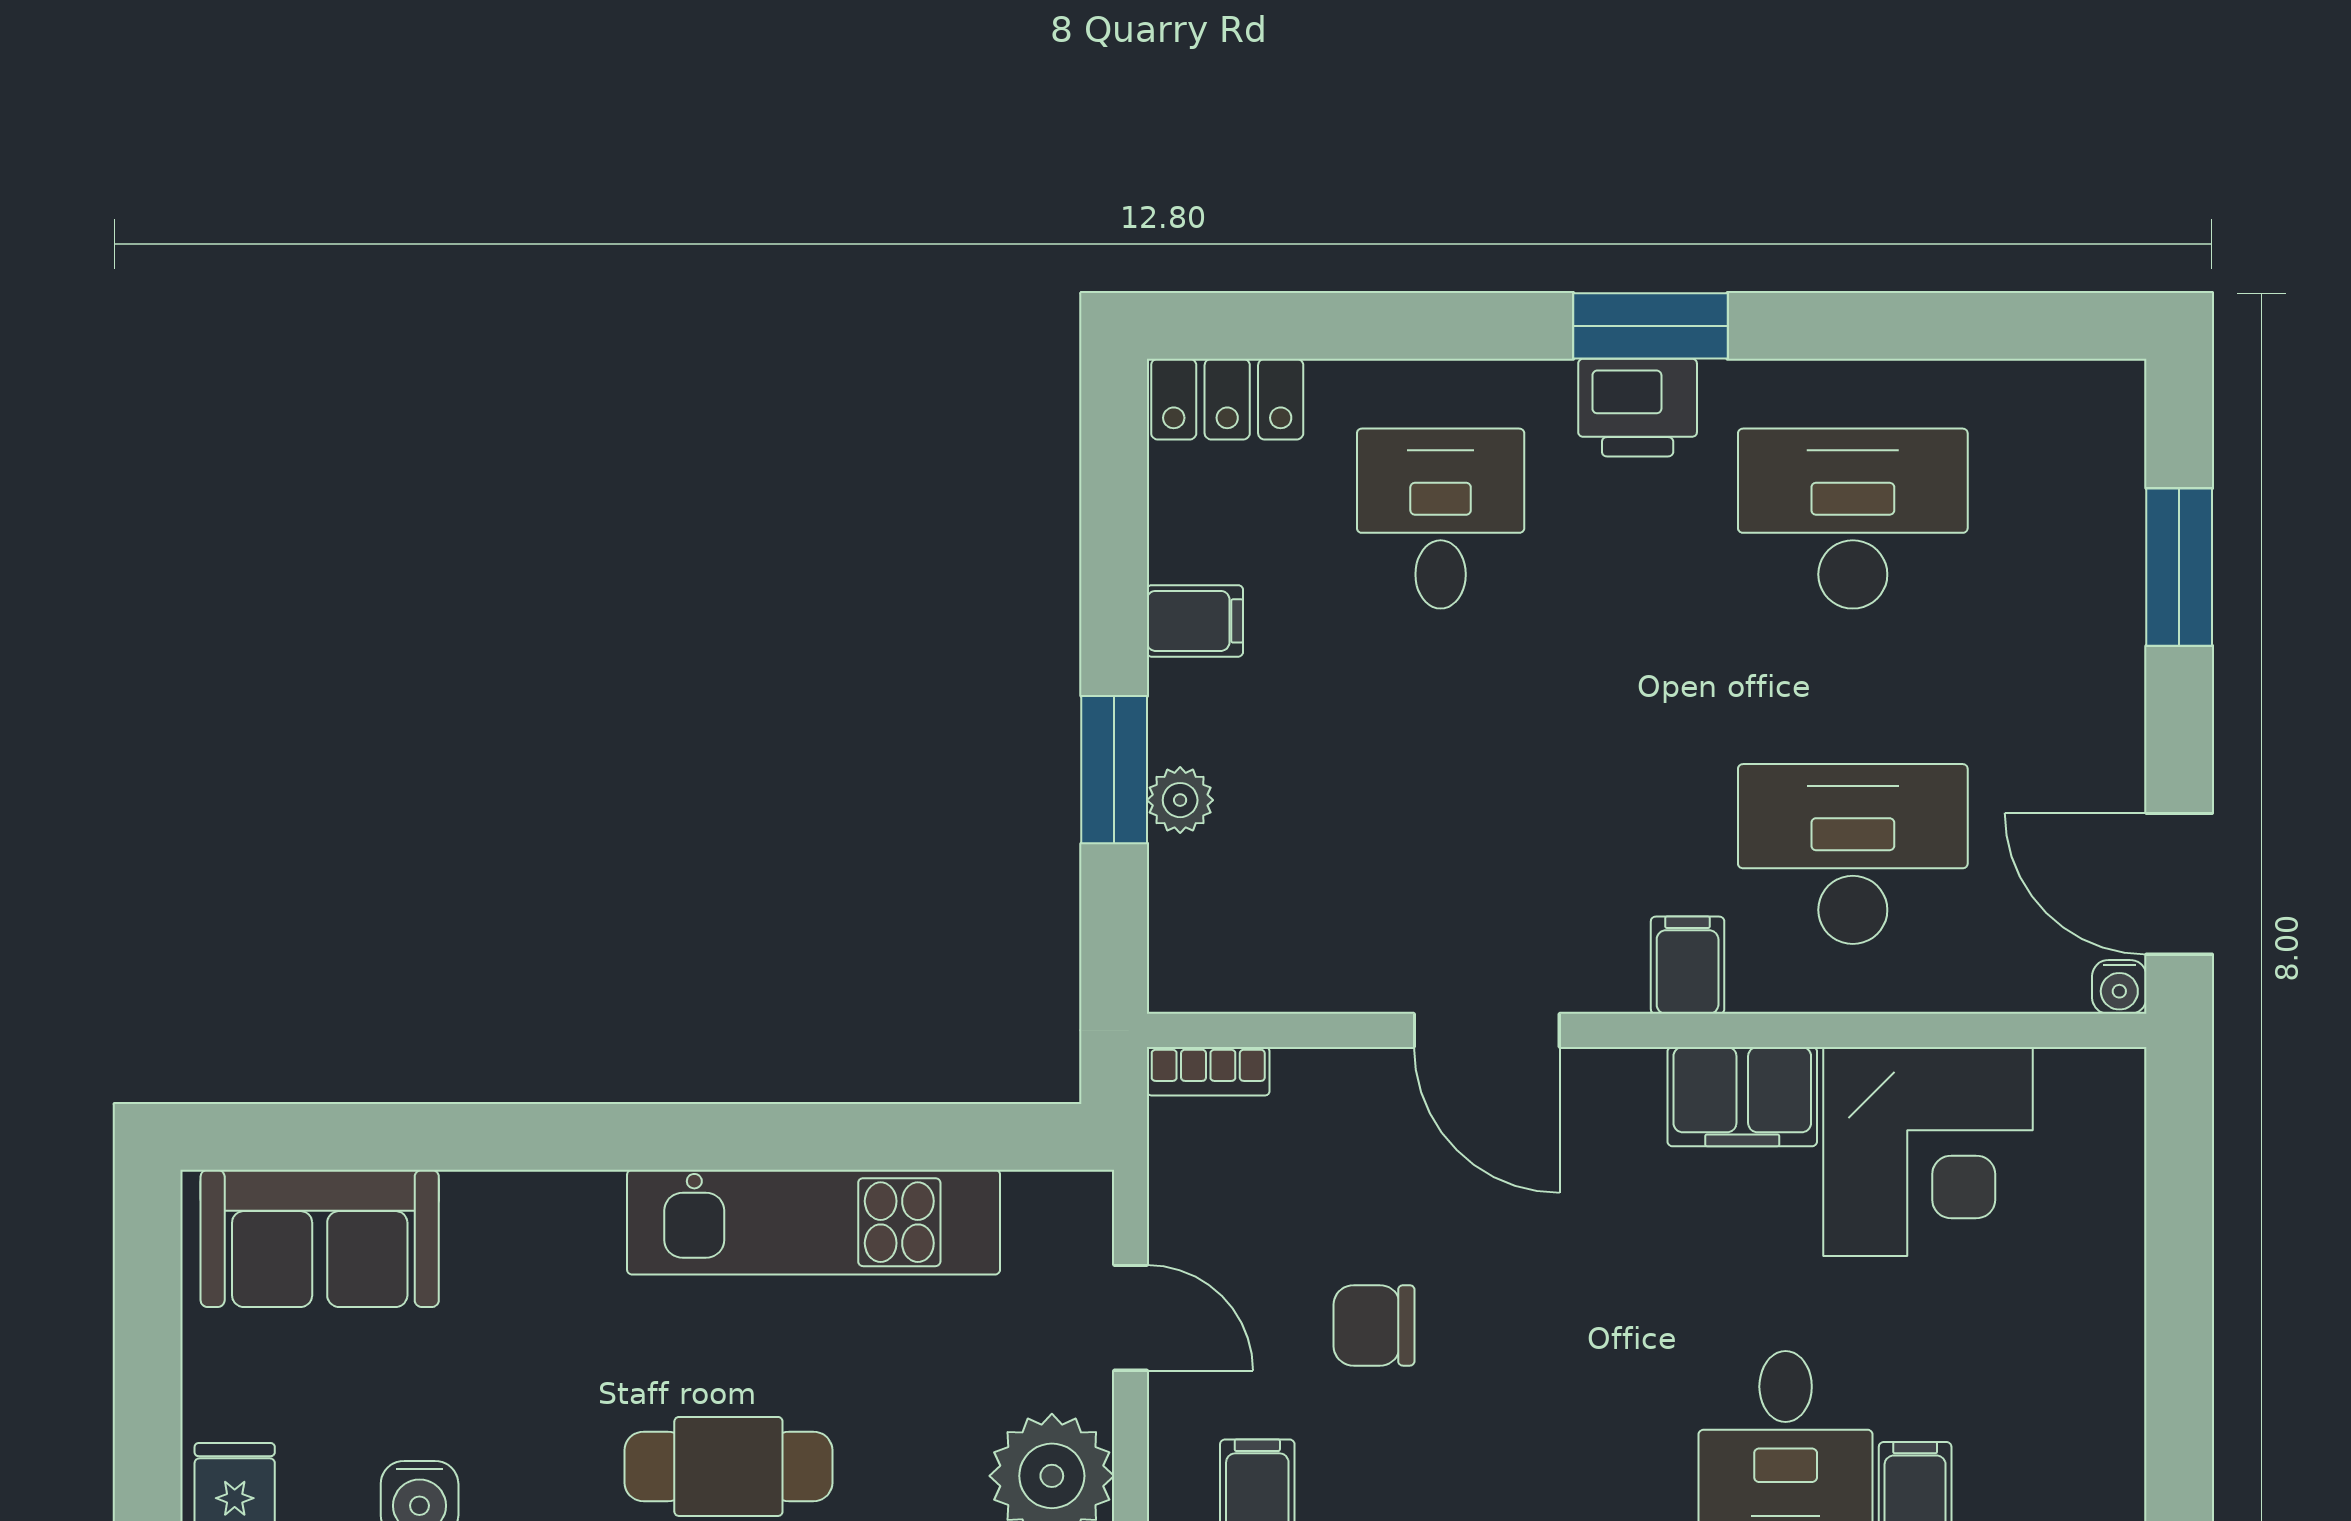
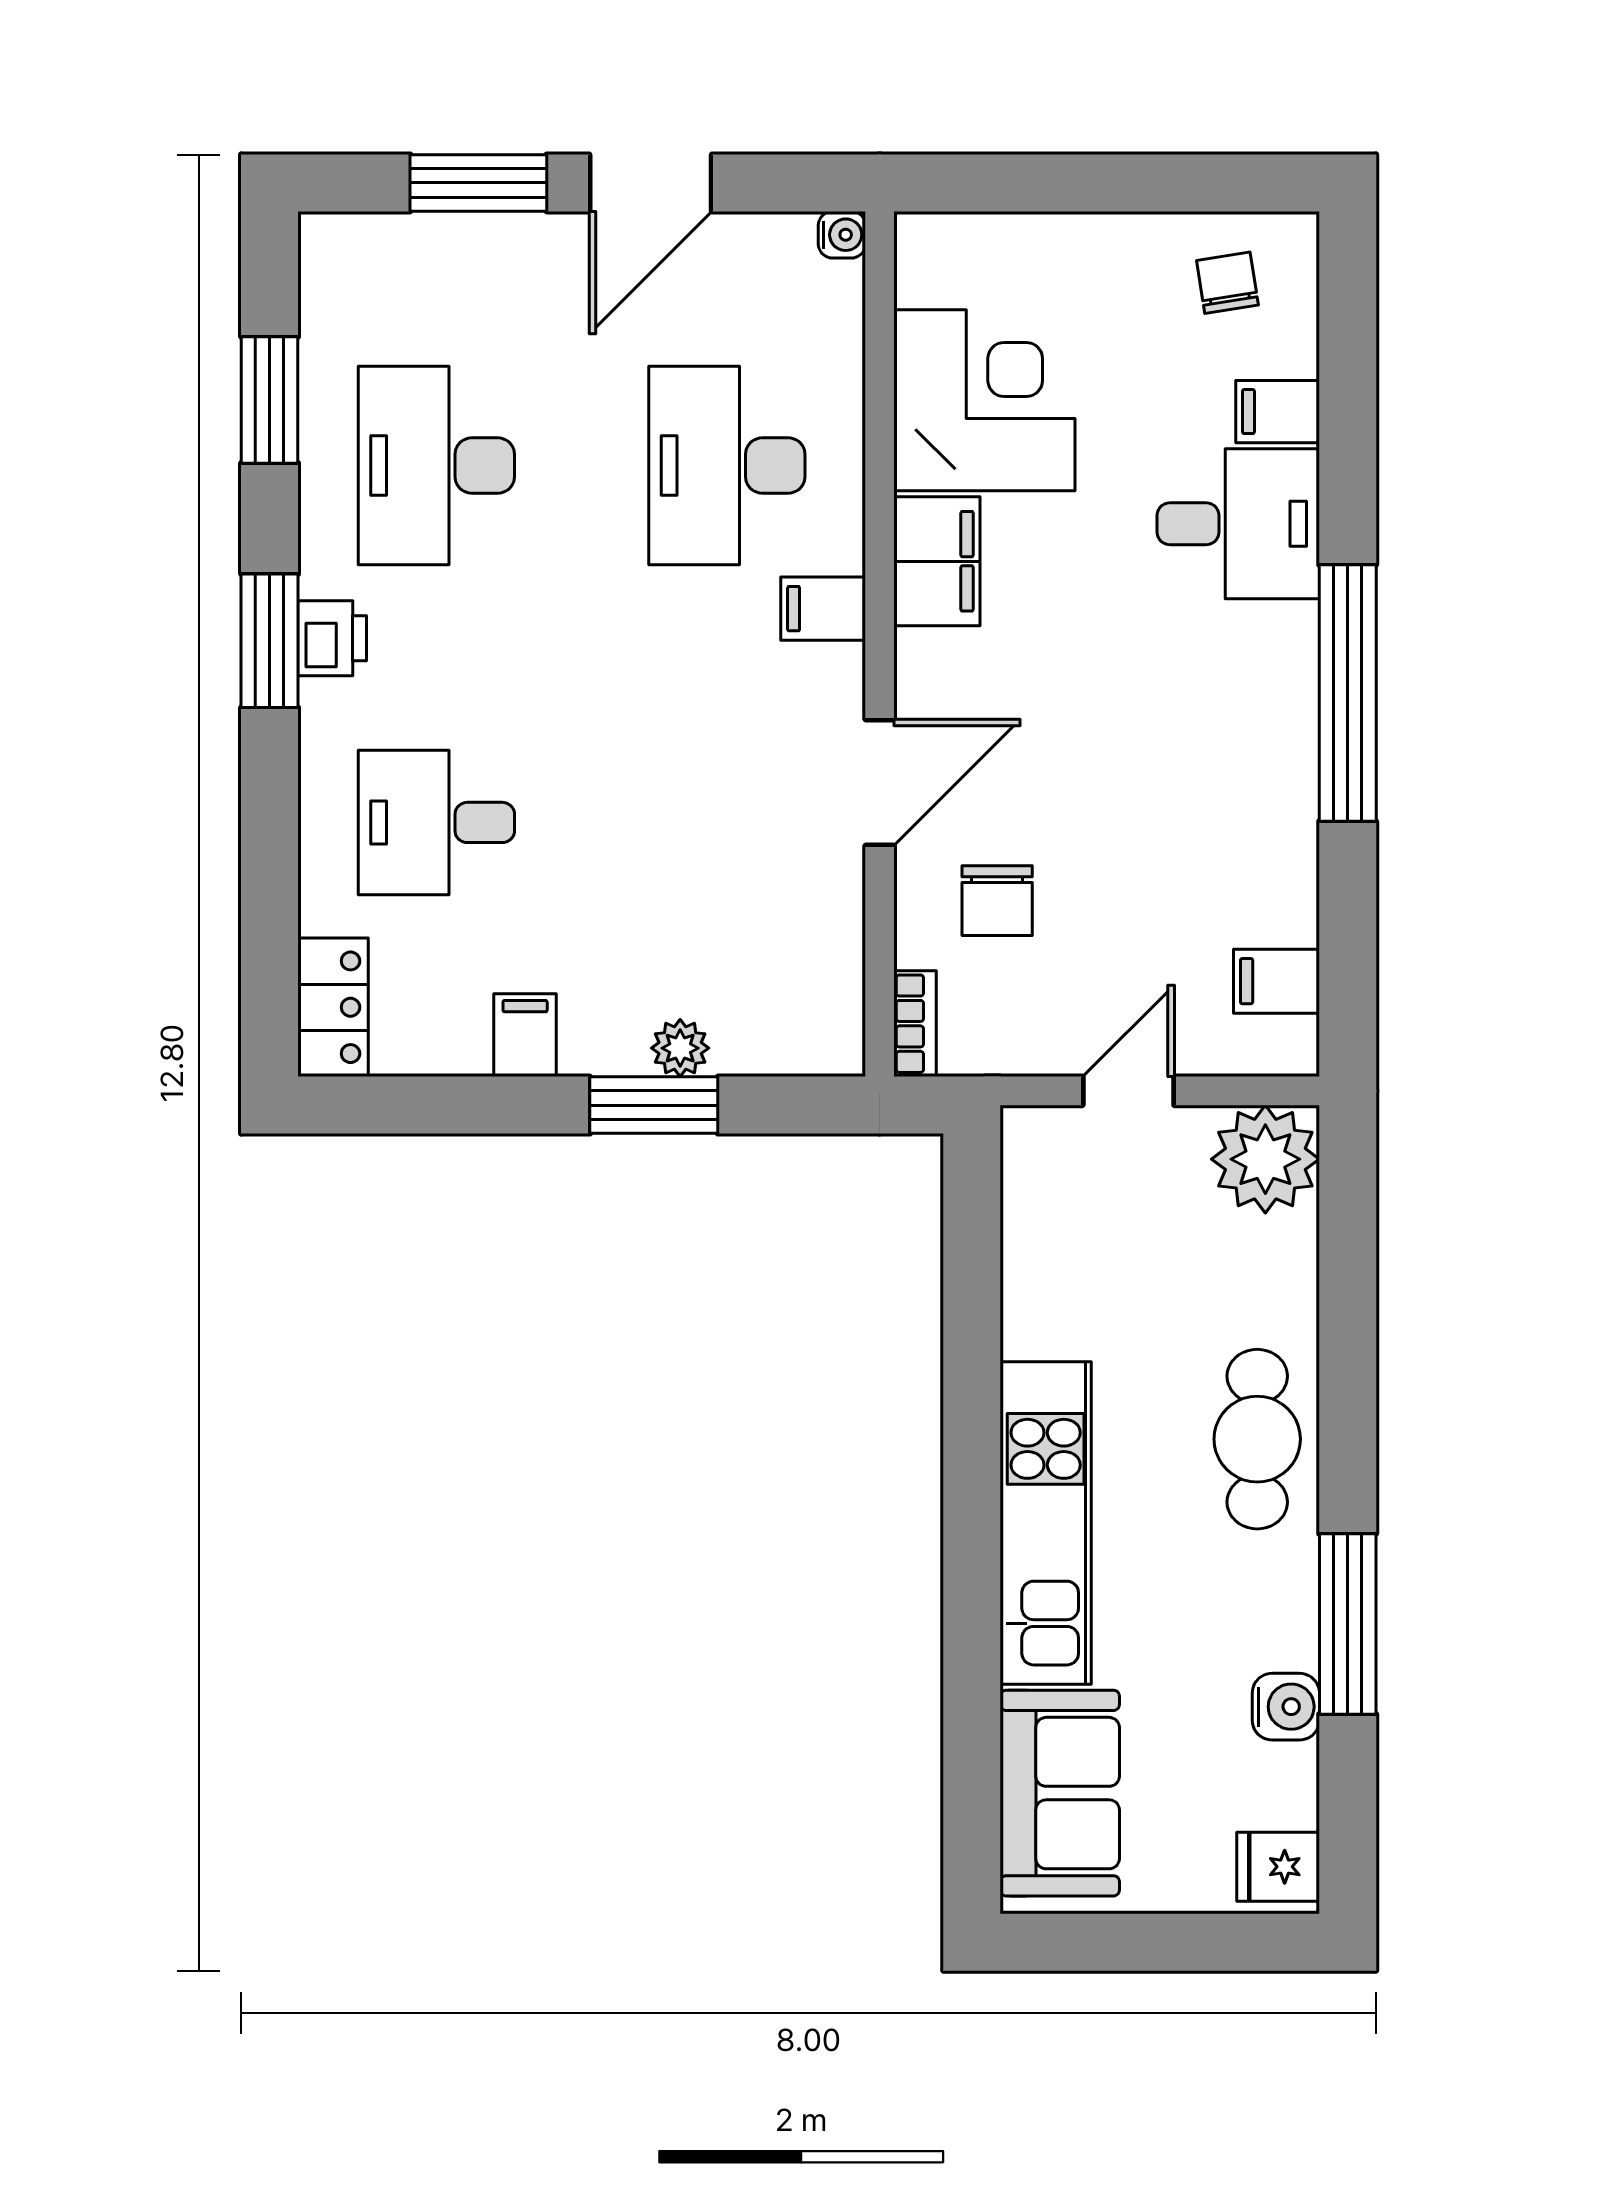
window: (1929, 326) -> (270, 400), added
printer: (1638, 408) -> (332, 638), width x0.73, depth x0.81
door: (2179, 884) -> (651, 183), moved
kitchen unit: (814, 1222) -> (1046, 1523), moved
chair: (1374, 1325) -> (997, 901), moved
chair: (2064, 1432) -> (1227, 283), added

